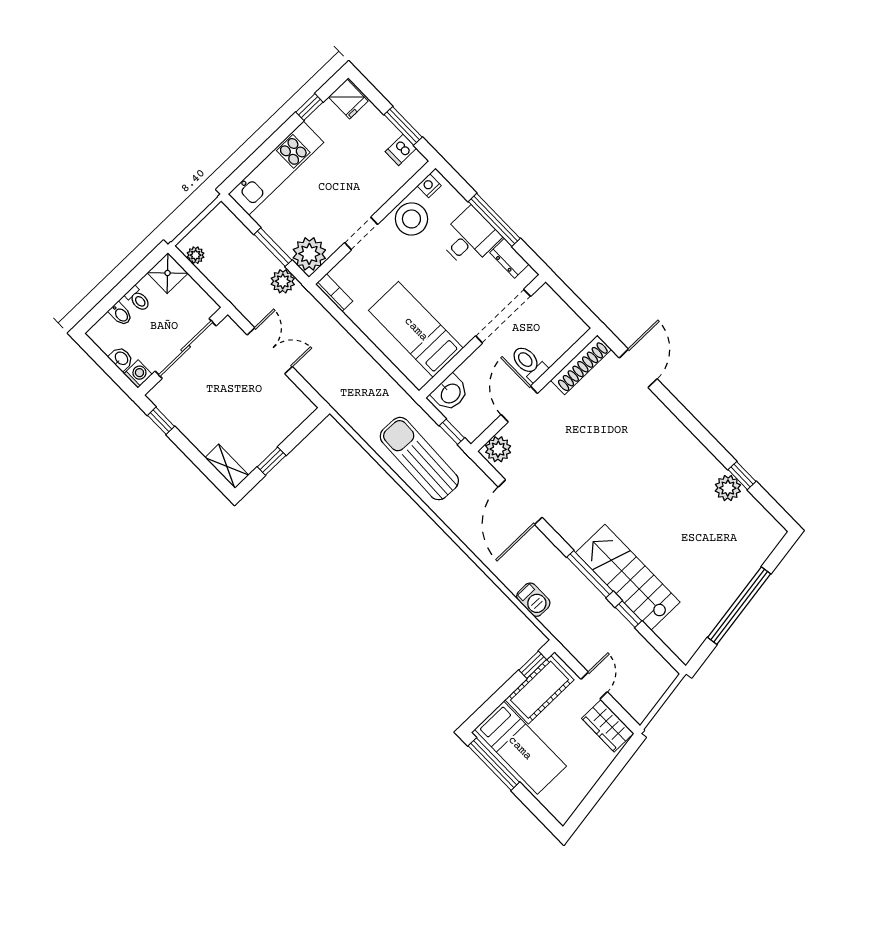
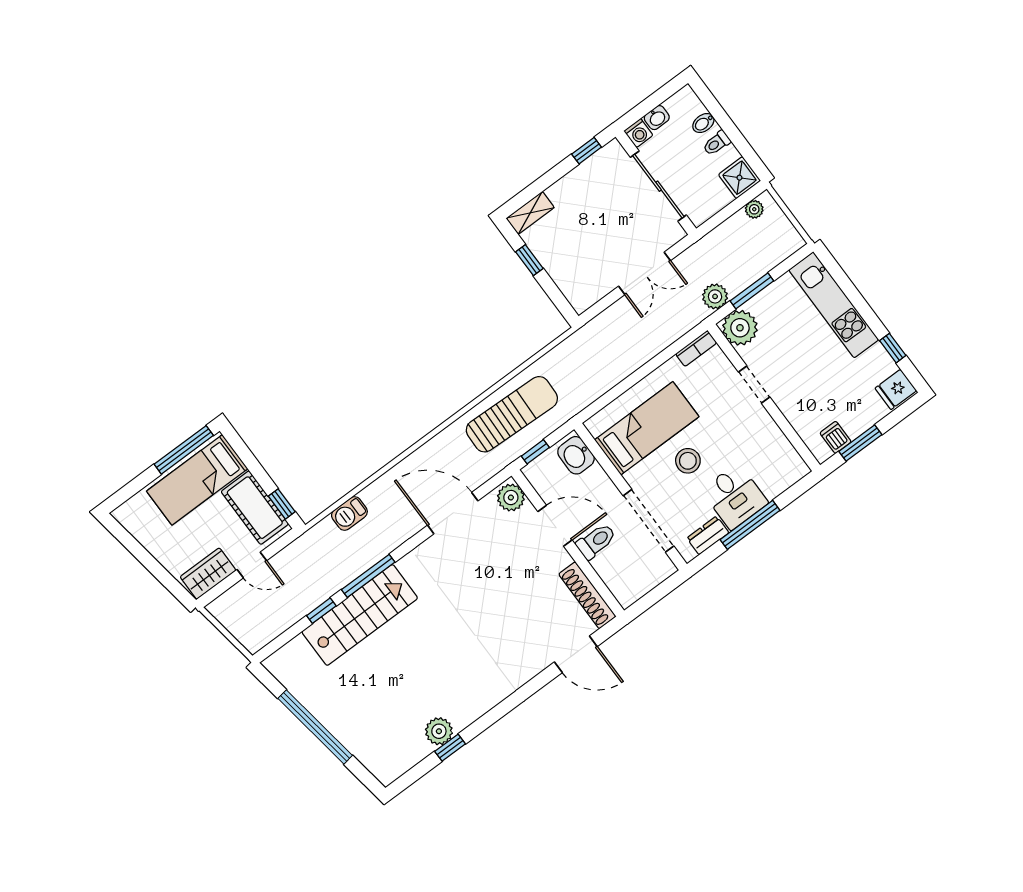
nightstand: (429, 186) -> (794, 462), removed
stool: (411, 219) -> (688, 461), moved, width x0.73, depth x0.73

